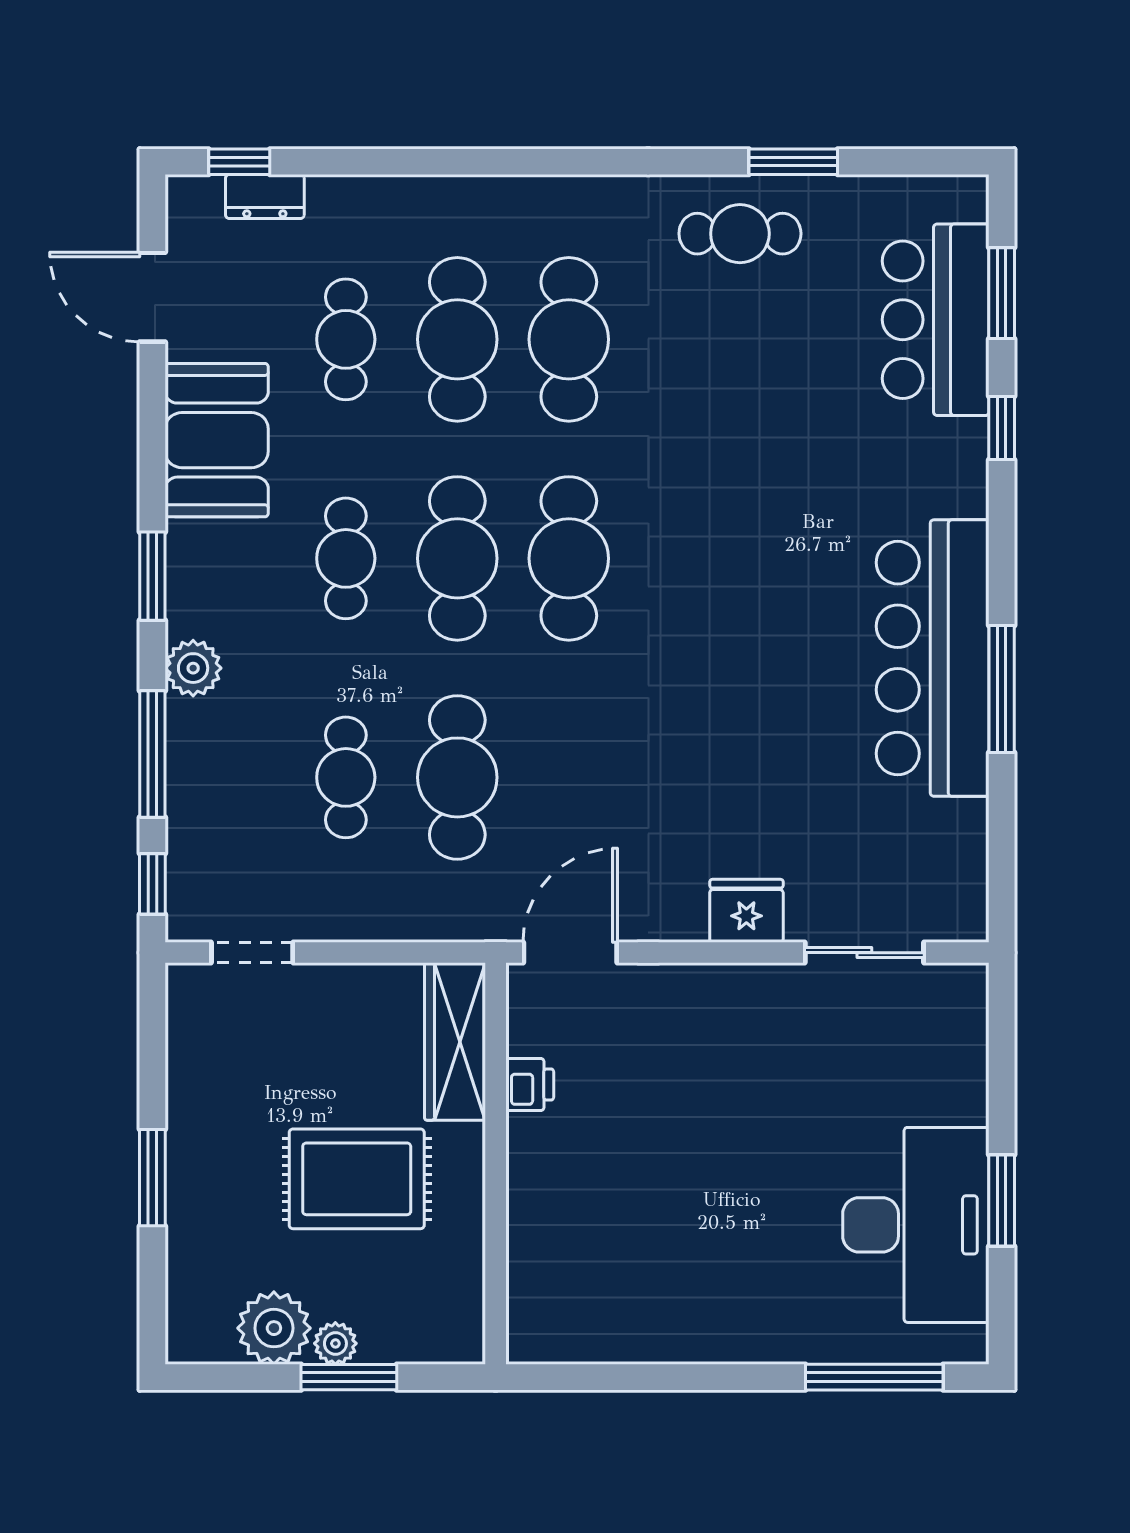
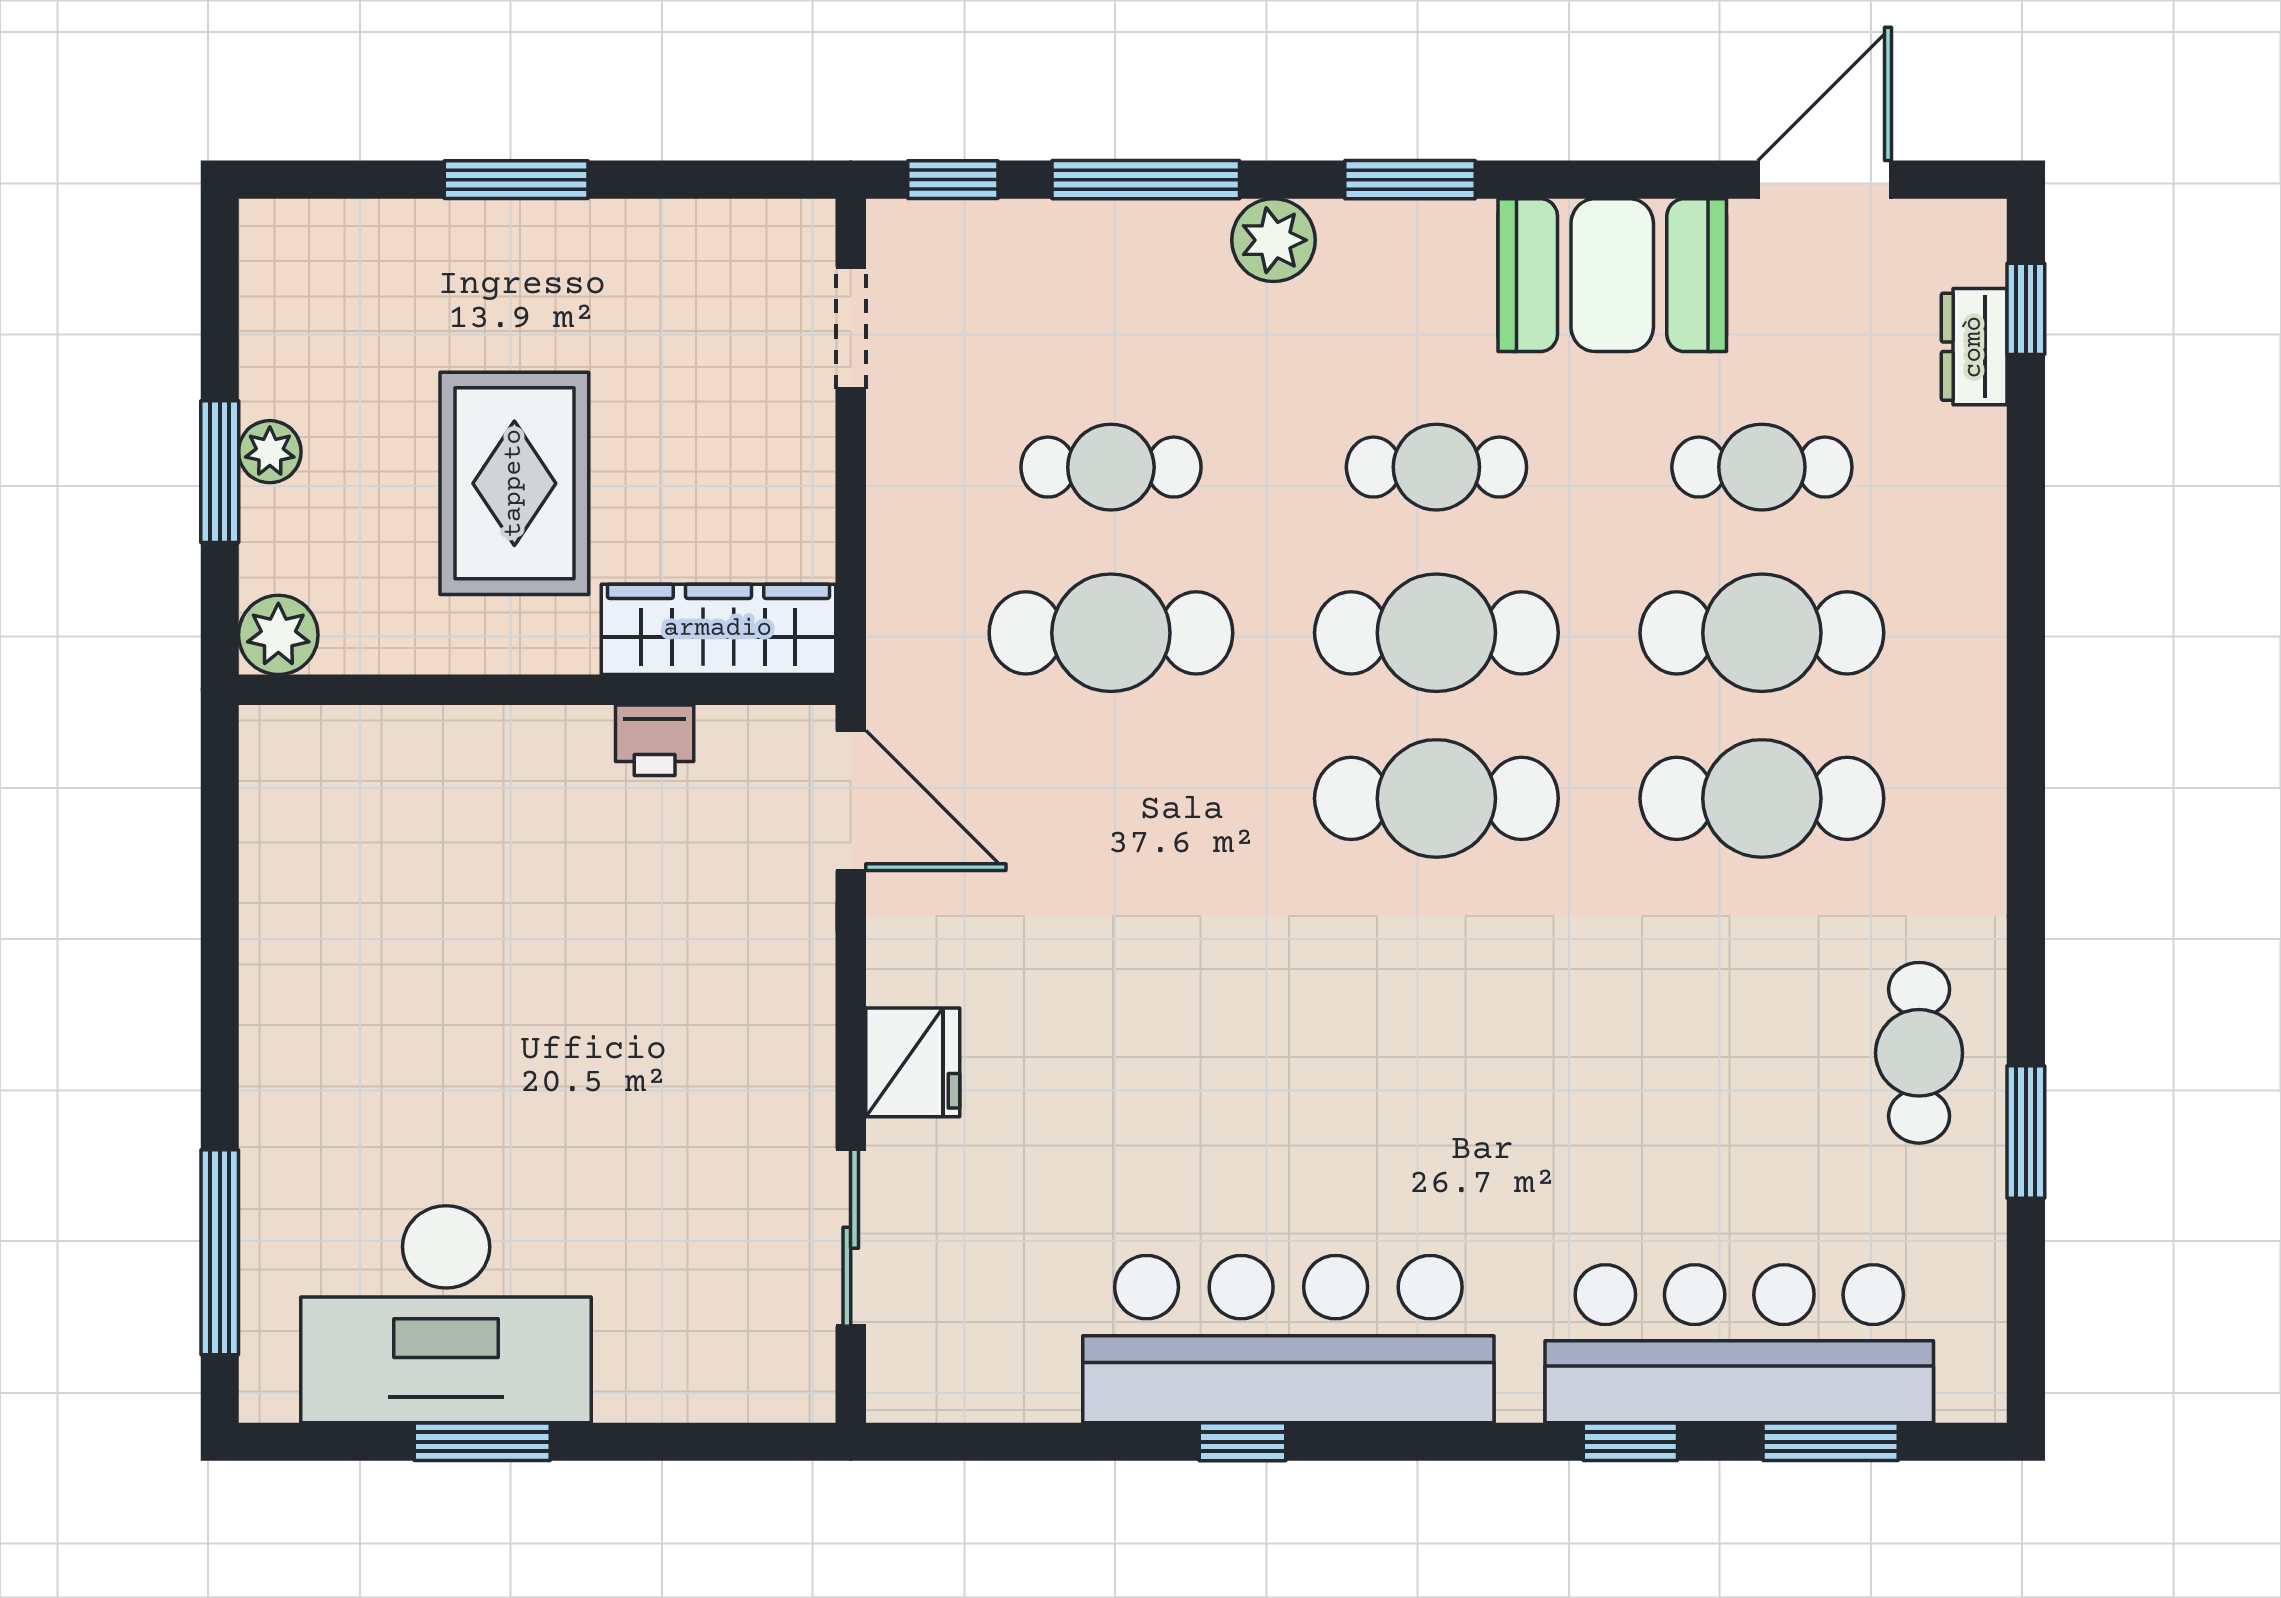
bar counter: (936, 320) -> (1739, 1344), width x1.36
window: (1002, 689) -> (1243, 1442), width x0.46
plant: (274, 1328) -> (278, 635), moved, width x0.73, depth x0.73

